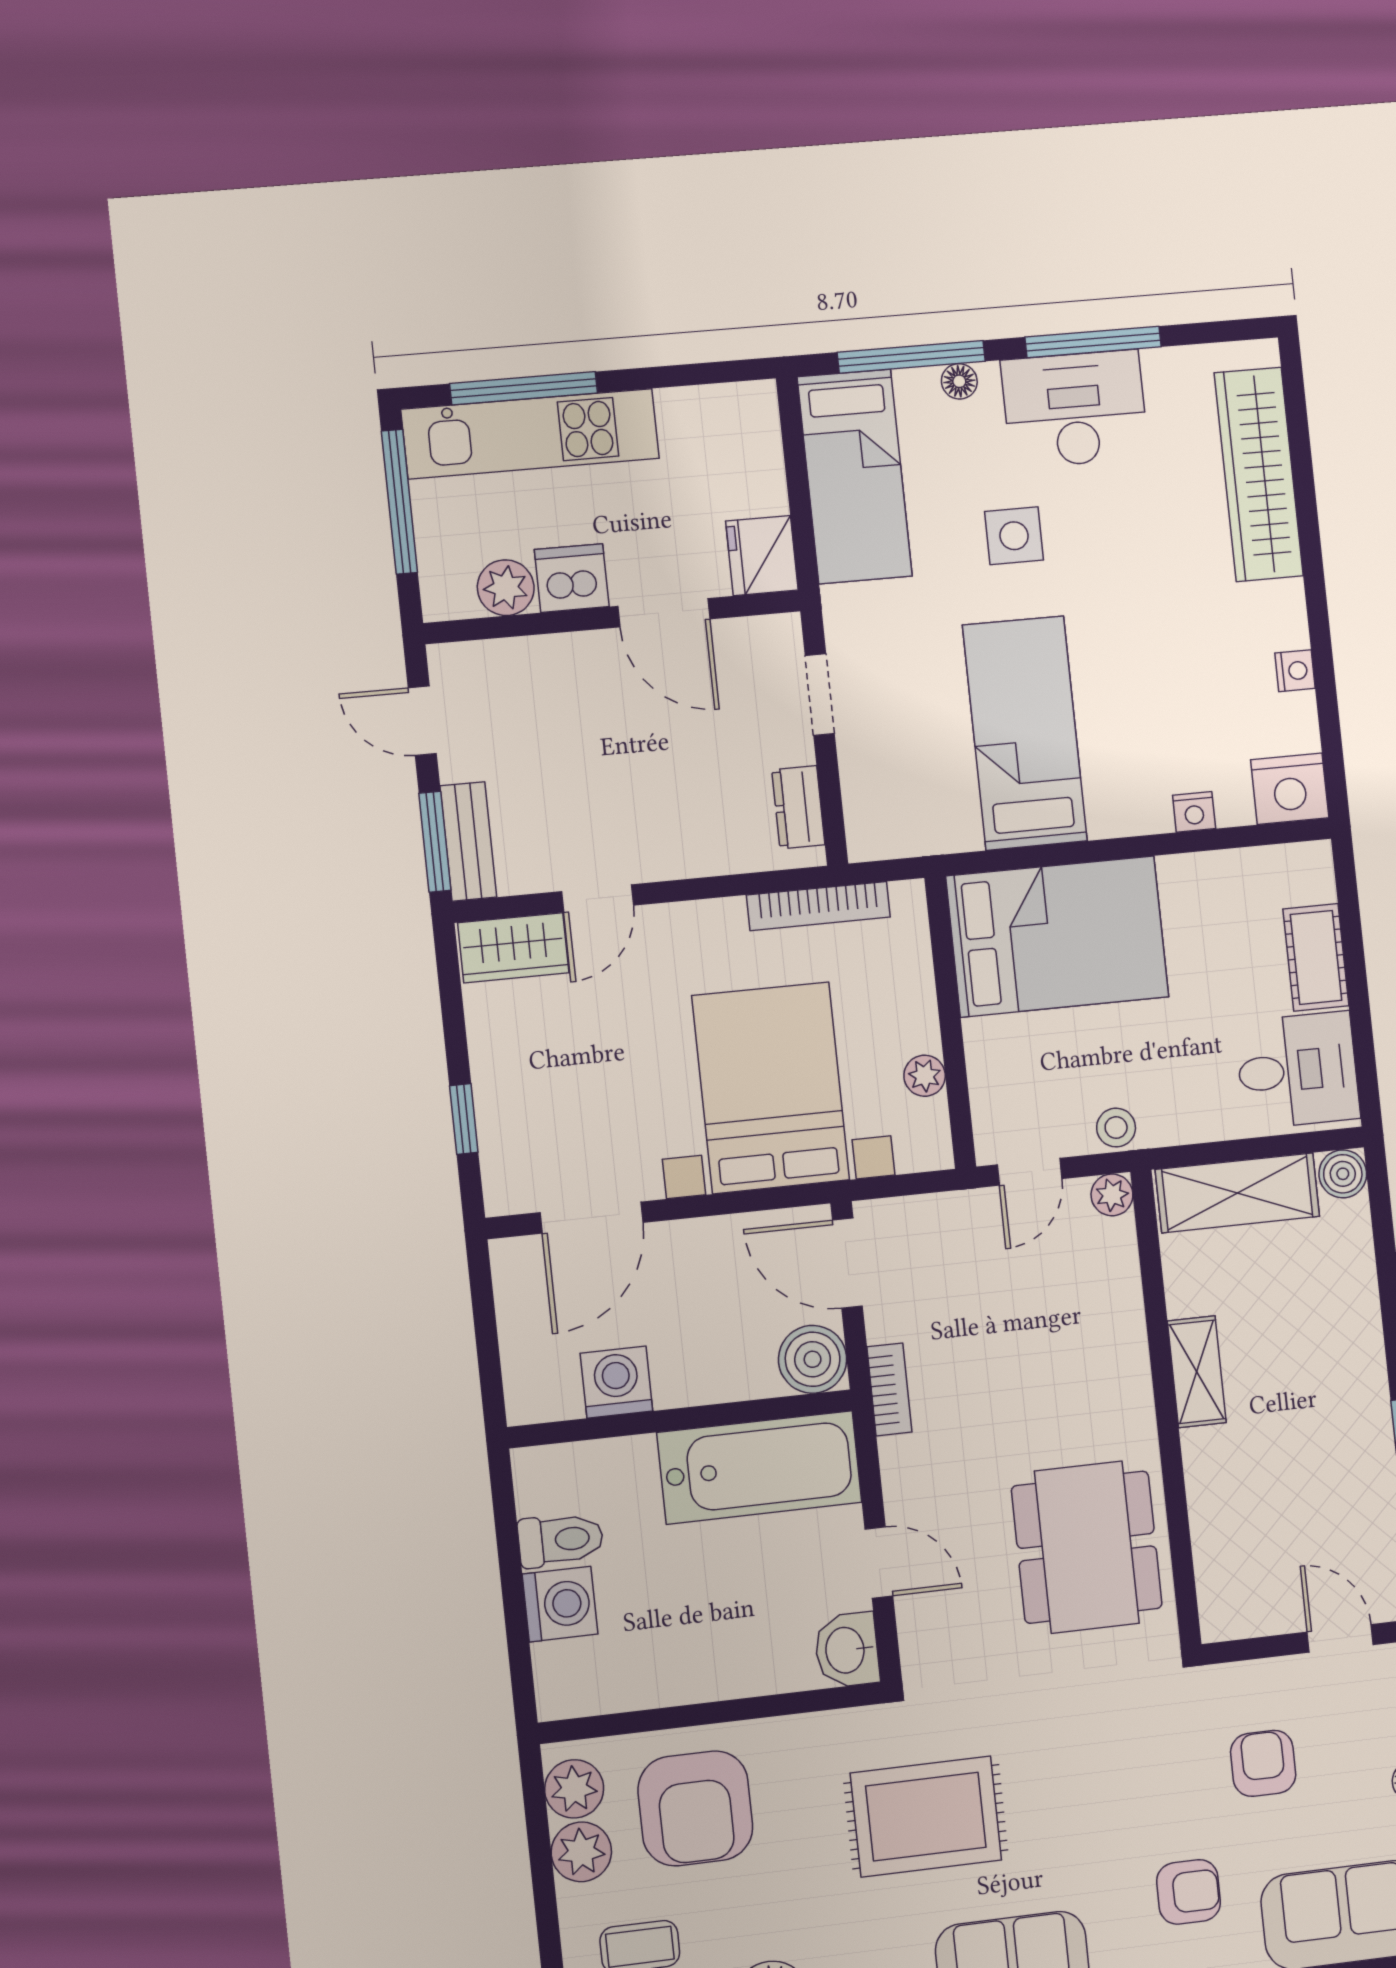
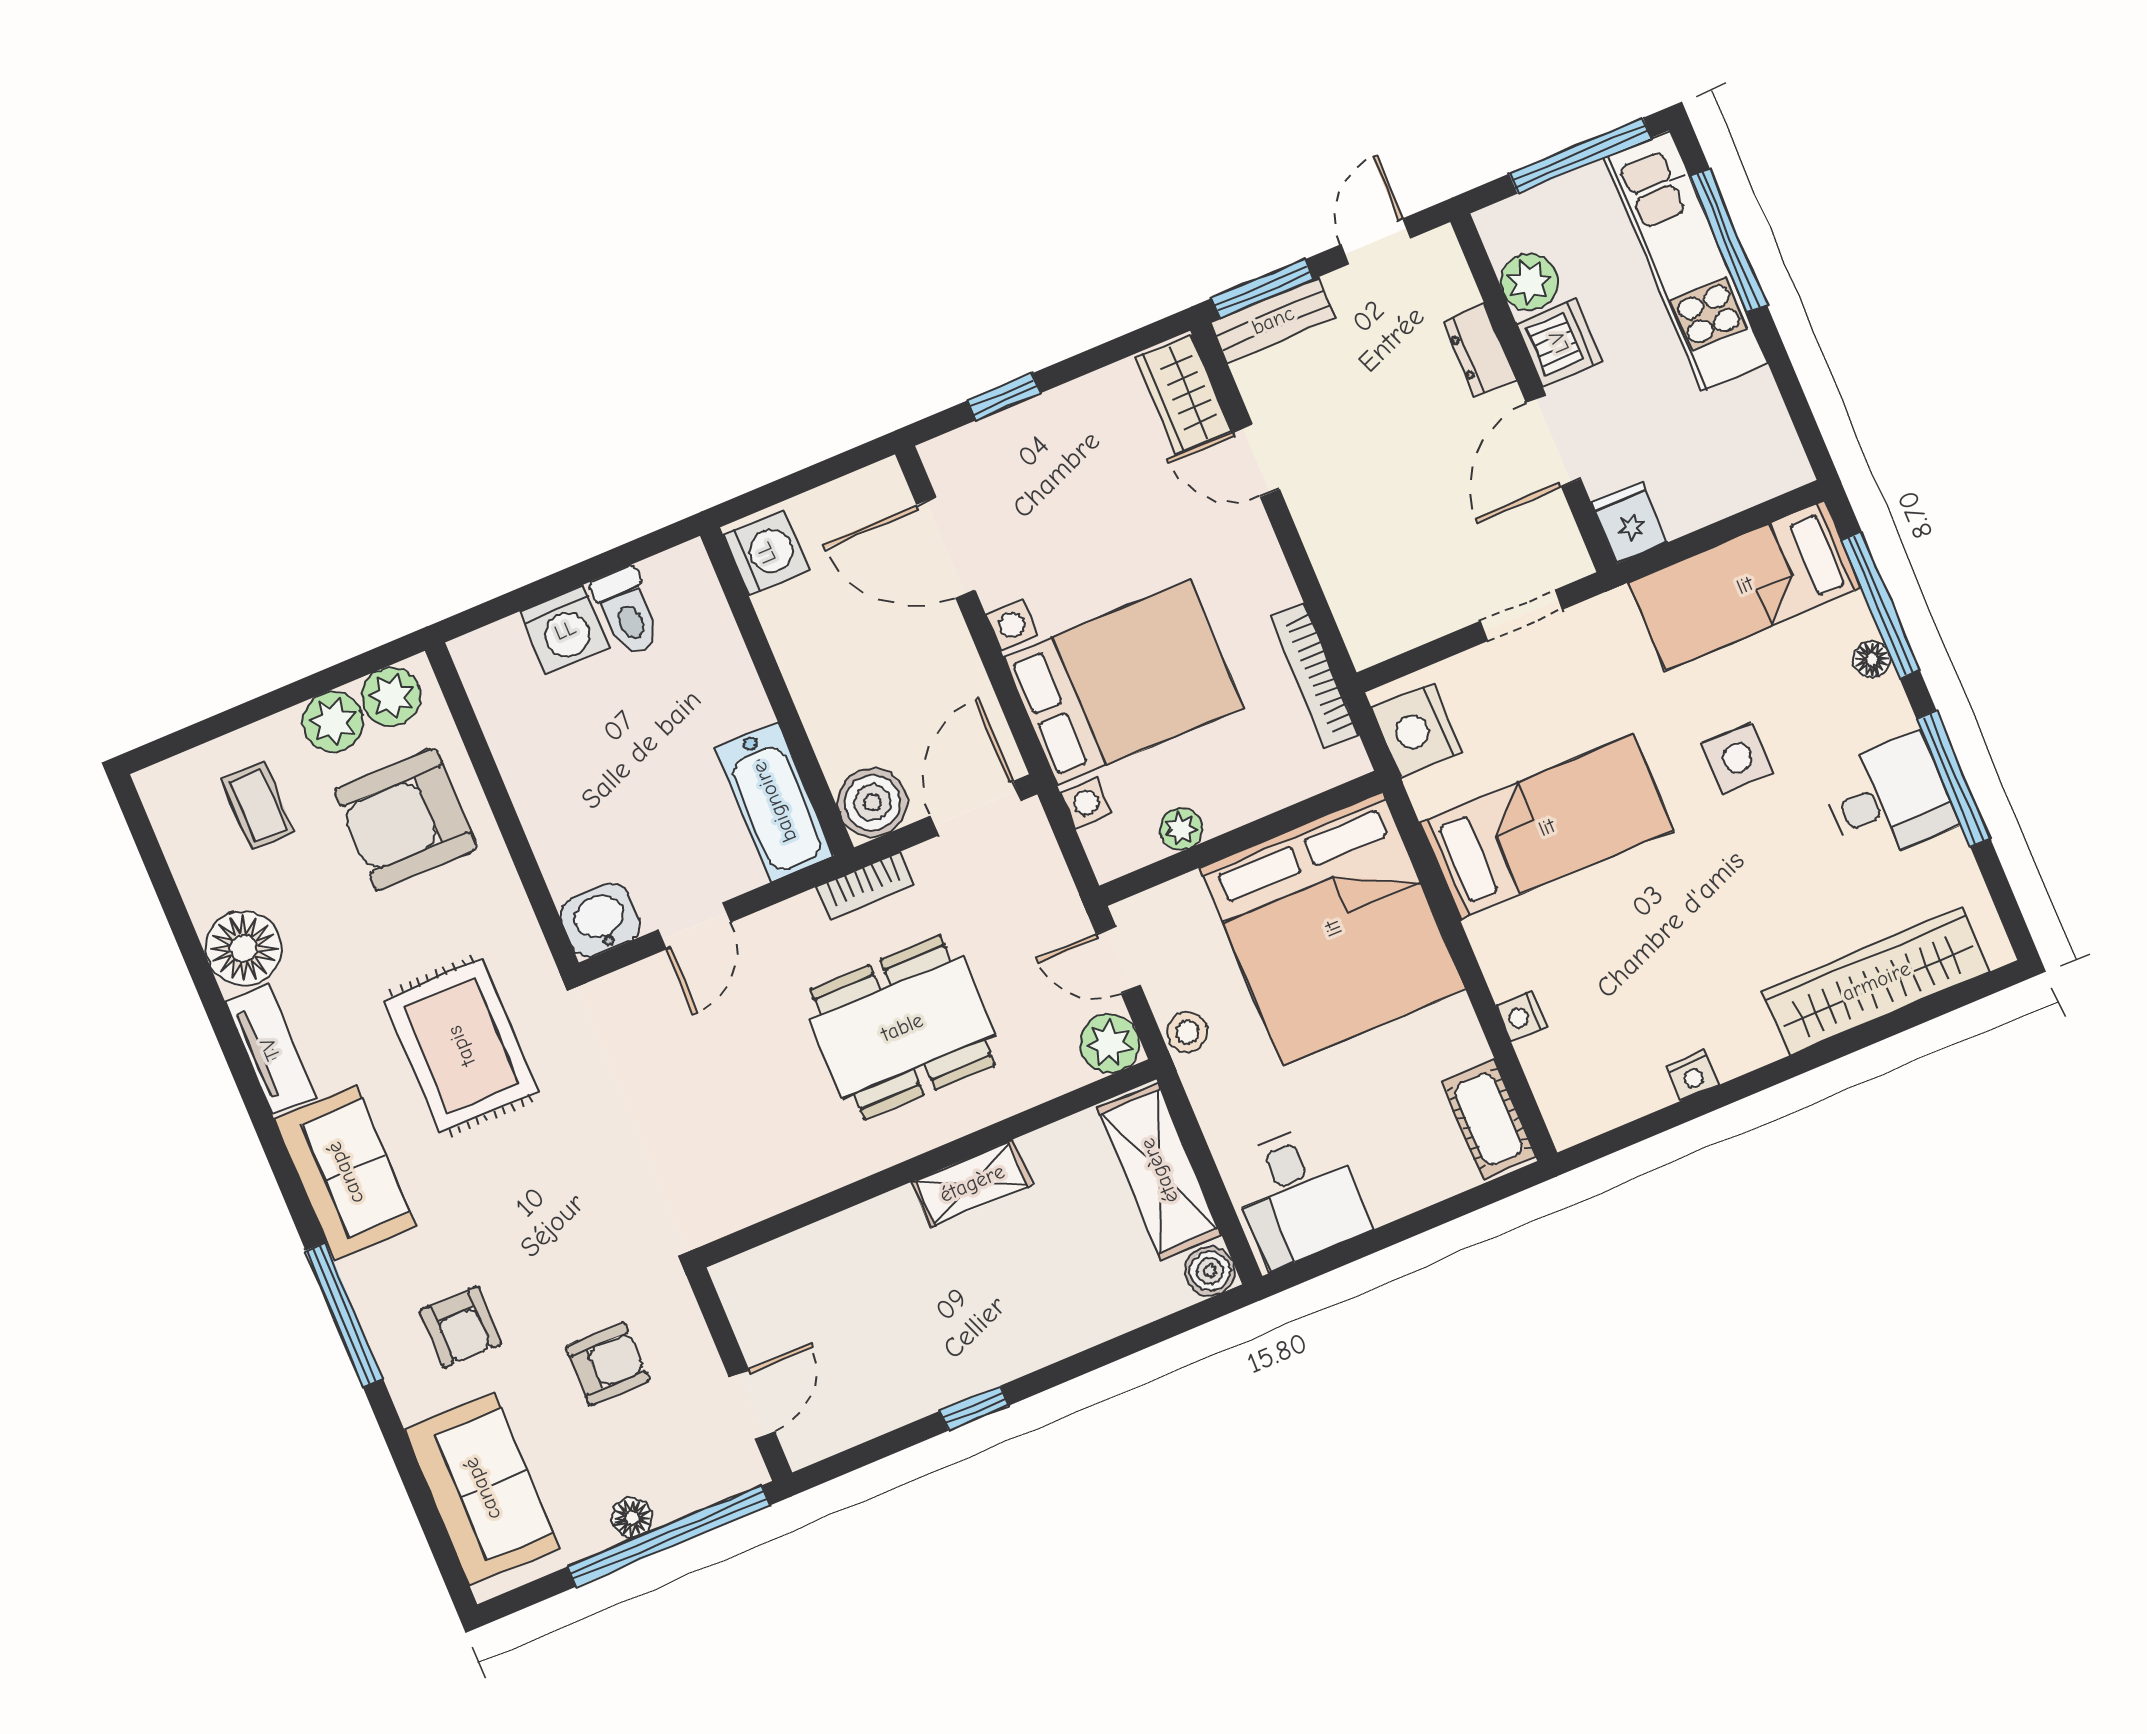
desk: (1075, 409) -> (1889, 798), width x0.73
fridge: (762, 556) -> (1629, 523), width x0.72
nightstand: (1290, 789) -> (1417, 730), moved
dresser: (798, 807) -> (1479, 351), moved, turned -90
bed: (1057, 936) -> (1333, 928), width x1.36
cot: (1316, 957) -> (1489, 1119), moved, turned 90
plant: (1112, 1195) -> (1110, 1043), width x1.38, depth x1.38
washing machine: (616, 1382) -> (766, 553), moved
bathtub: (759, 1467) -> (774, 802), width x0.73, depth x0.73
dining table: (1087, 1547) -> (902, 1027), moved

